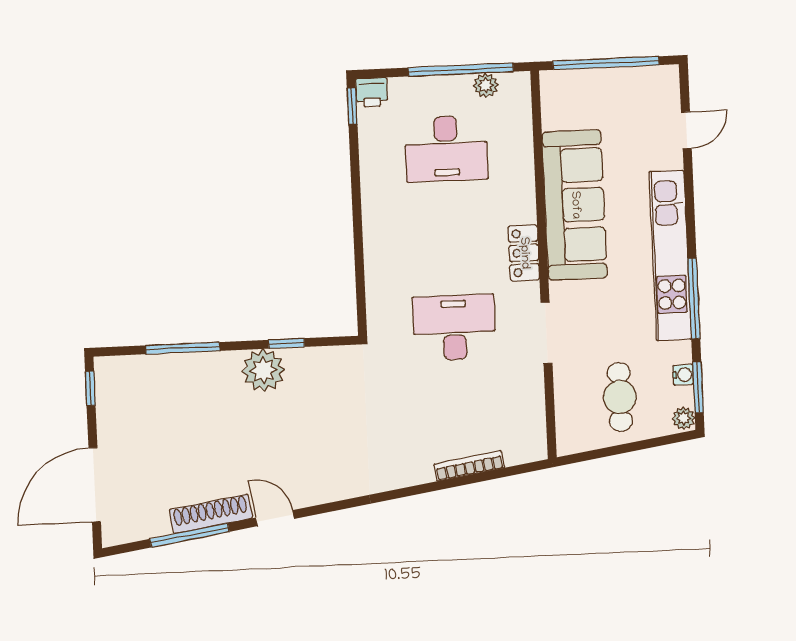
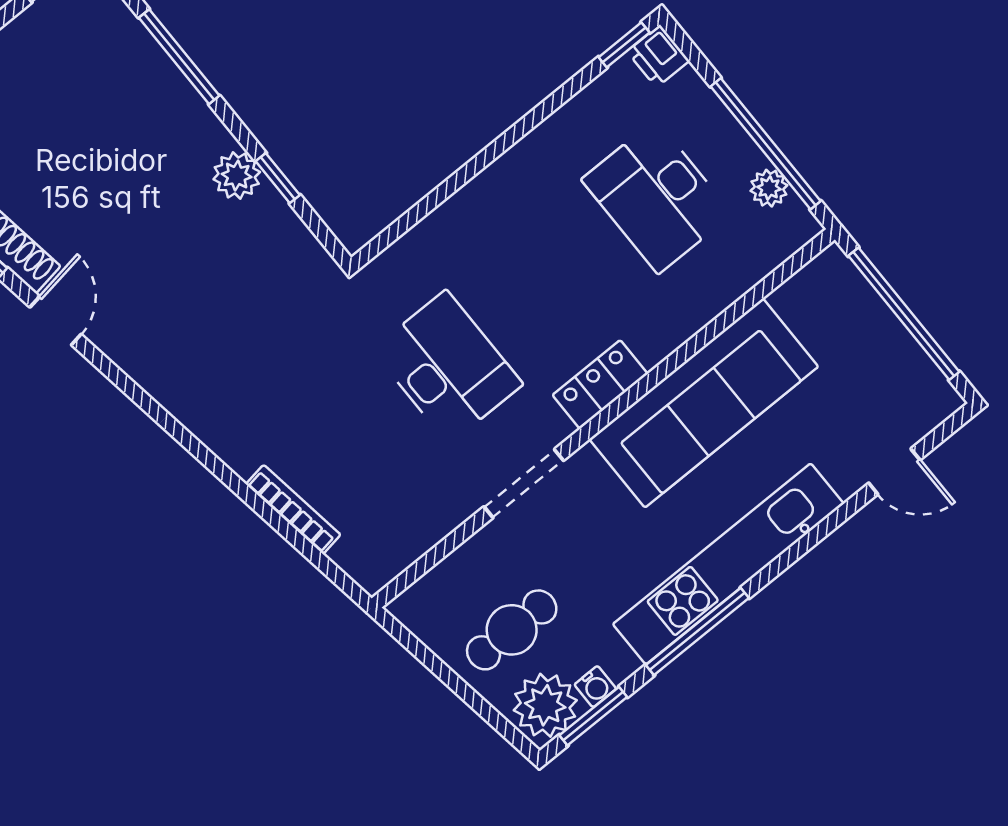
plant: (263, 370) -> (237, 176), width x0.73, depth x0.73
plant: (684, 418) -> (545, 705), width x1.88, depth x1.88

